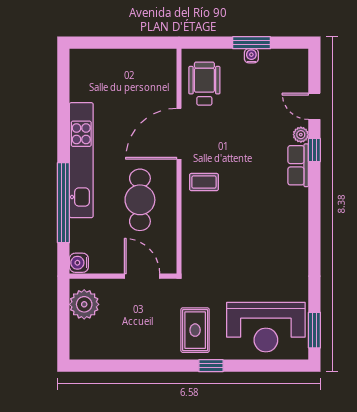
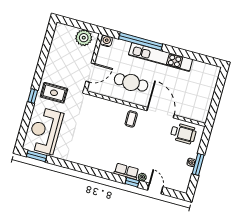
door: (314, 106) -> (155, 189), hinge flipped

